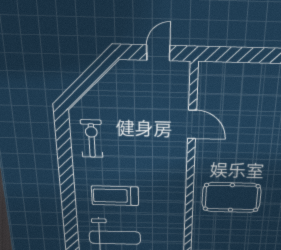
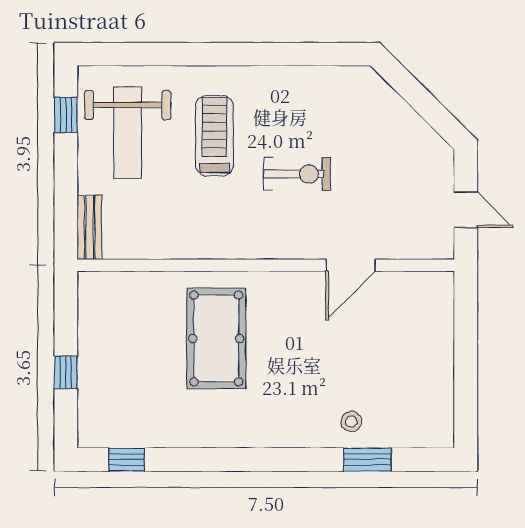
exercise bike: (92, 139) -> (297, 174), moved

